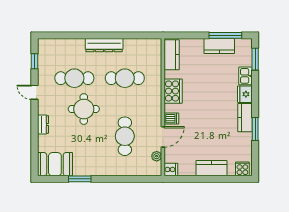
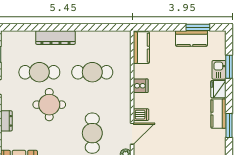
window: (225, 35) -> (198, 27), width x0.69
dresser: (104, 45) -> (55, 38), moved
window: (255, 59) -> (229, 67), moved
cooker: (173, 91) -> (141, 86), width x0.53, depth x0.76

